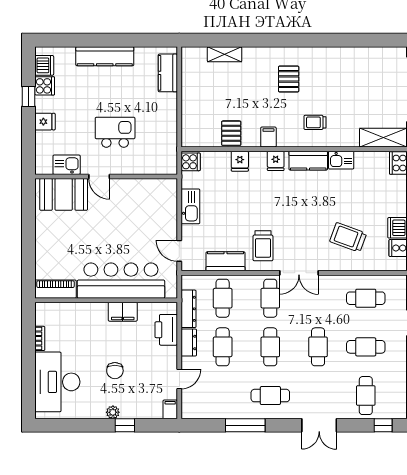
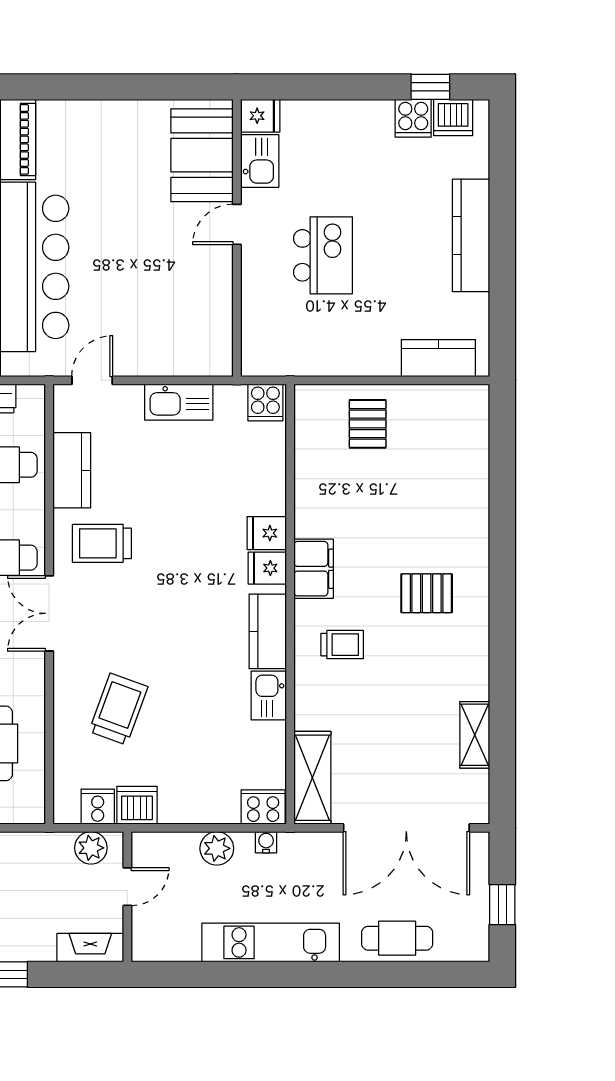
shelving: (225, 54) -> (475, 735), moved
window: (28, 96) -> (430, 87), moved
fridge: (45, 122) -> (260, 116), moved, turned -90
trolley: (315, 122) -> (342, 645), turned 90
pallet: (231, 133) -> (368, 424), moved, turned 90
filing cabinet: (268, 137) -> (314, 569), width x2.00
fridge: (240, 161) -> (267, 533), moved

